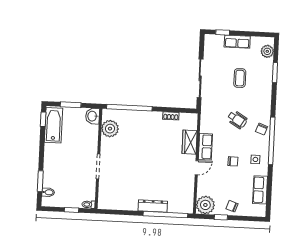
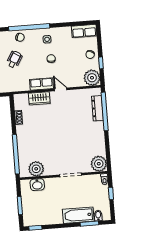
washbasin: (93, 116) -> (37, 185), moved
bathtub: (54, 125) -> (78, 215), moved
row of seats: (260, 190) -> (84, 31), moved
plant: (107, 200) -> (99, 164), added
dresser: (153, 206) -> (97, 108), moved

